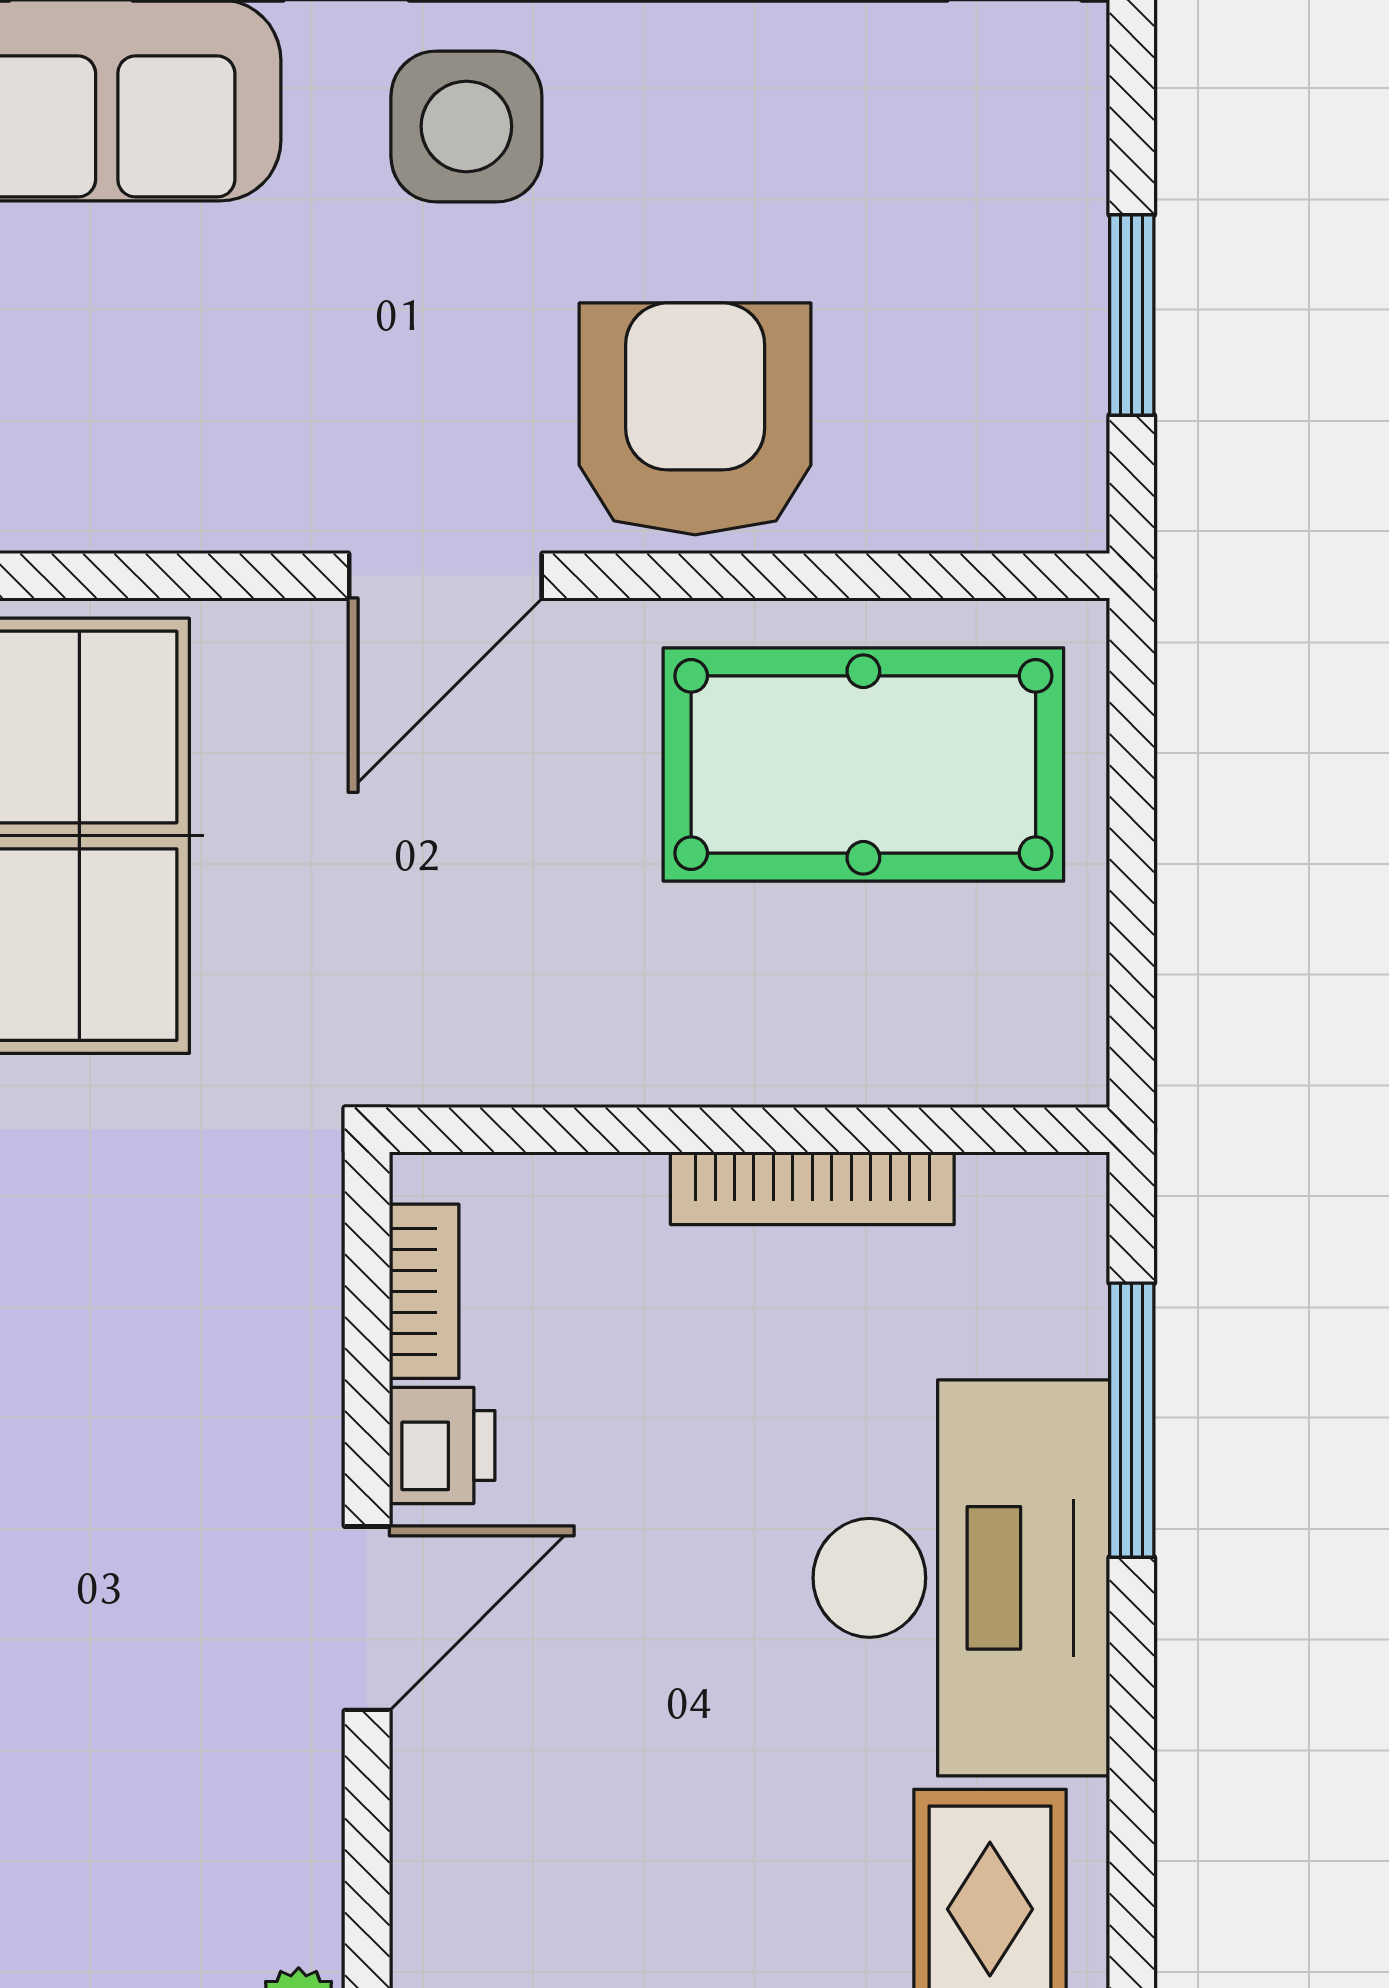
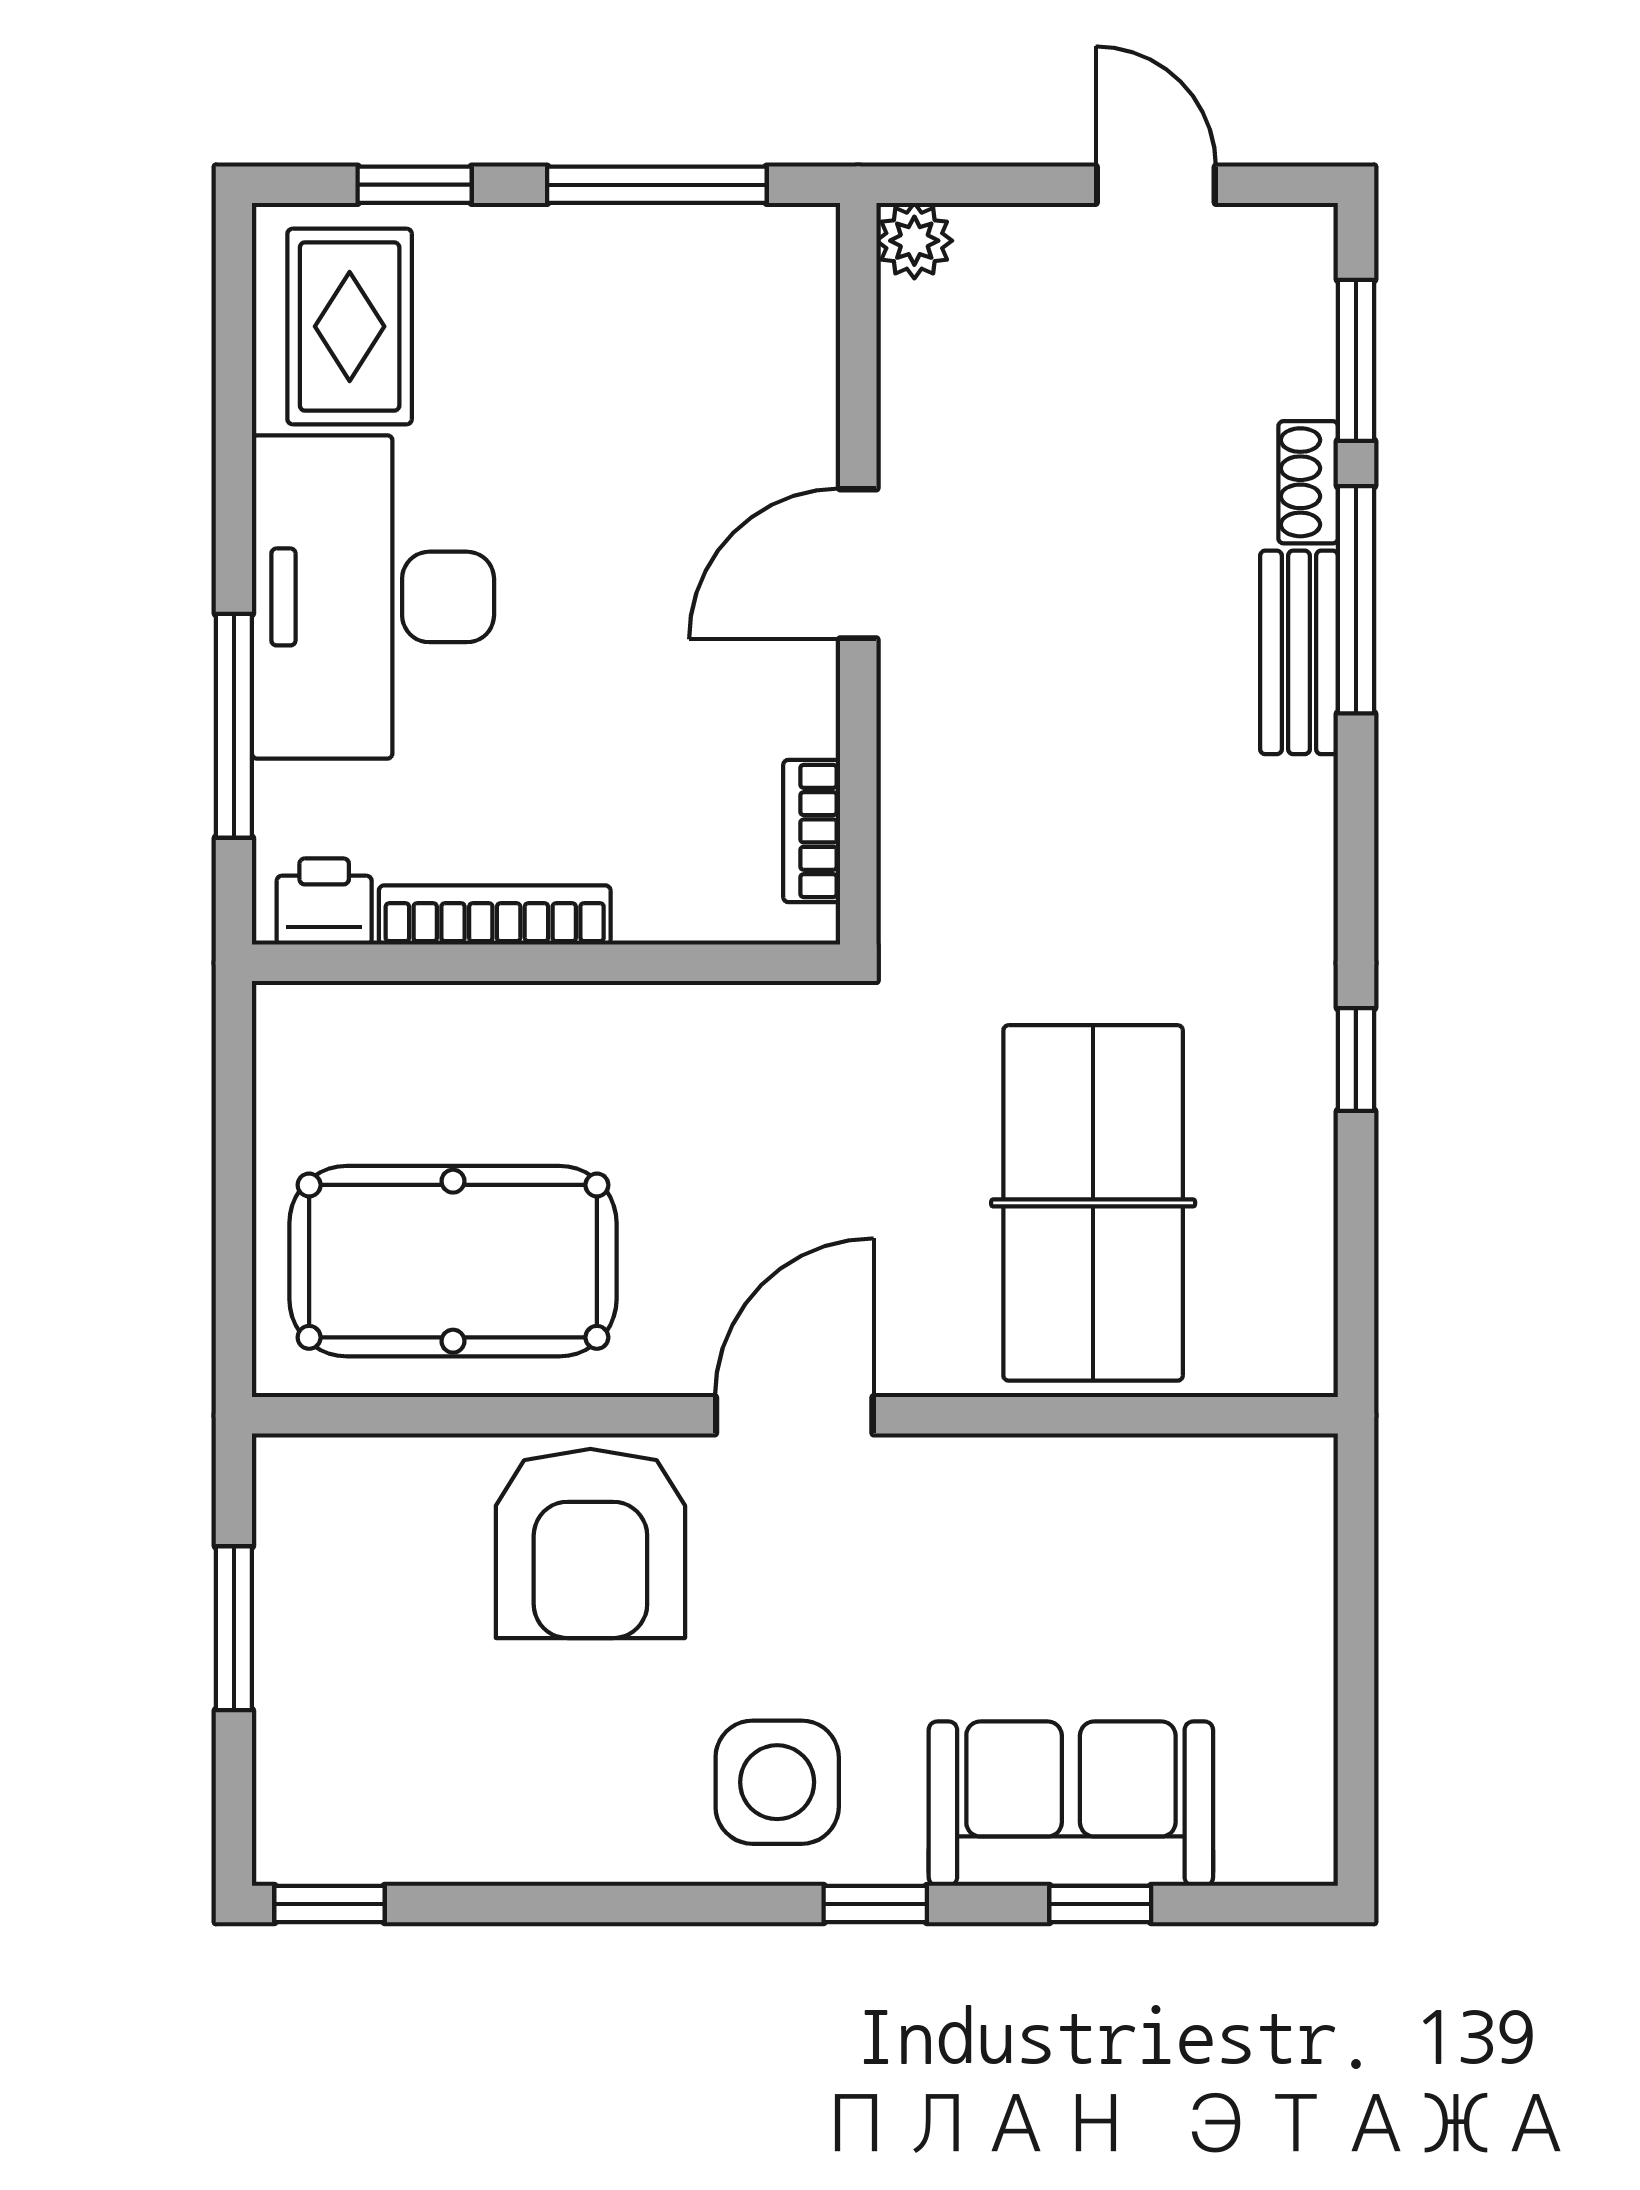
printer: (442, 1445) -> (324, 902), moved, turned 90

